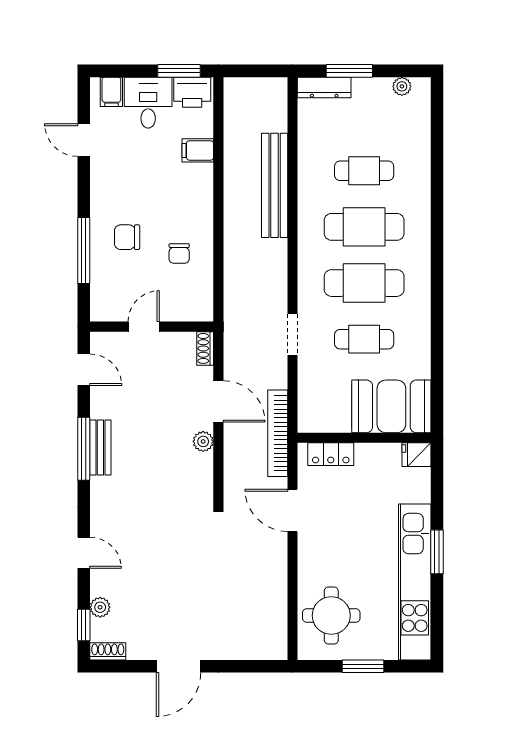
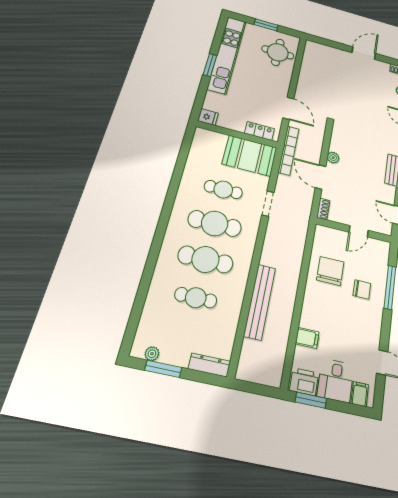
window: (349, 71) -> (163, 369), moved
chair: (179, 253) -> (330, 271), width x1.87, depth x1.87
booth: (391, 406) -> (250, 156), moved

